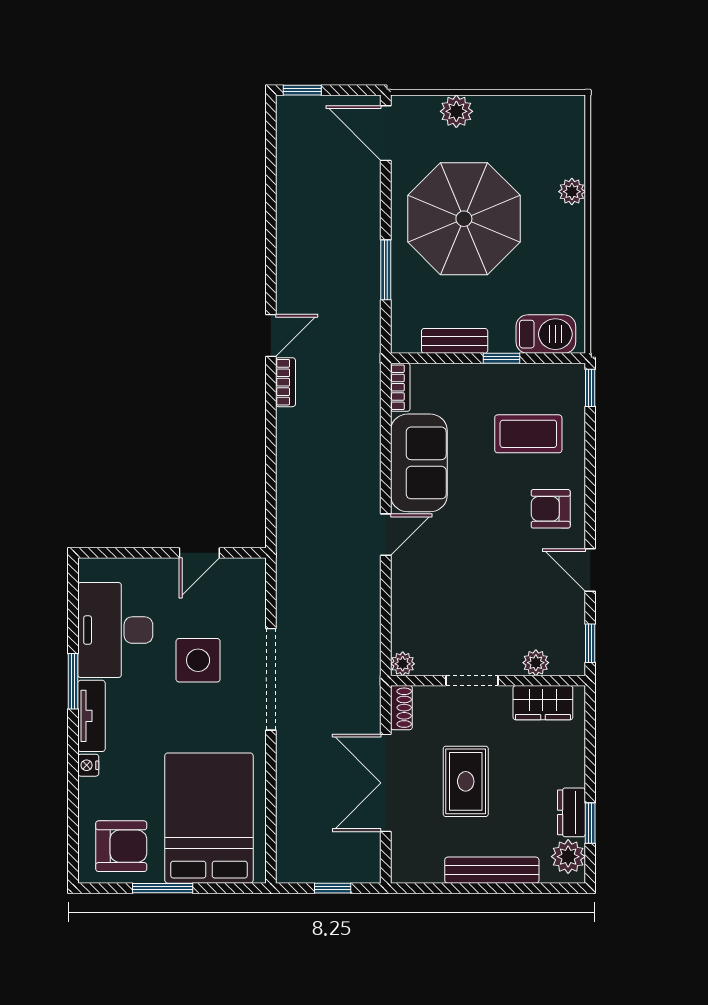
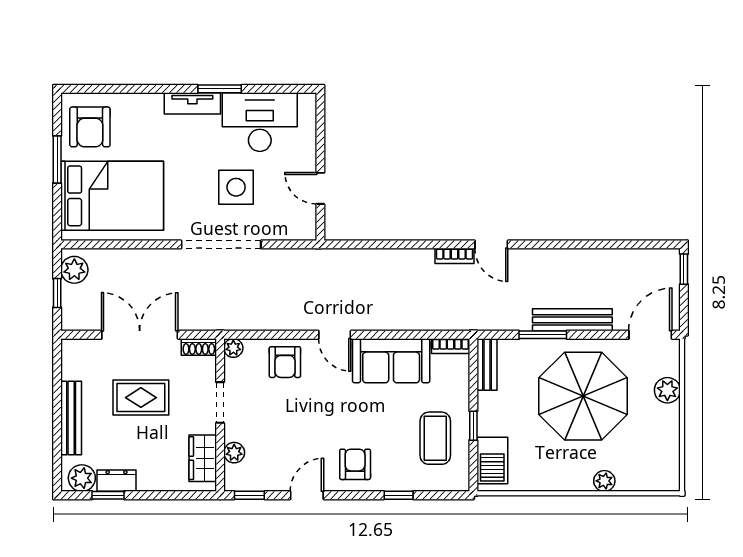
bench: (367, 232) -> (572, 320), added
bench: (455, 341) -> (487, 364), moved
window: (590, 388) -> (399, 495), moved
coffee table: (528, 434) -> (435, 438), moved
armchair: (421, 598) -> (285, 362), added
nightstand: (88, 765) -> (154, 101), removed
plant: (303, 866) -> (74, 270), added

